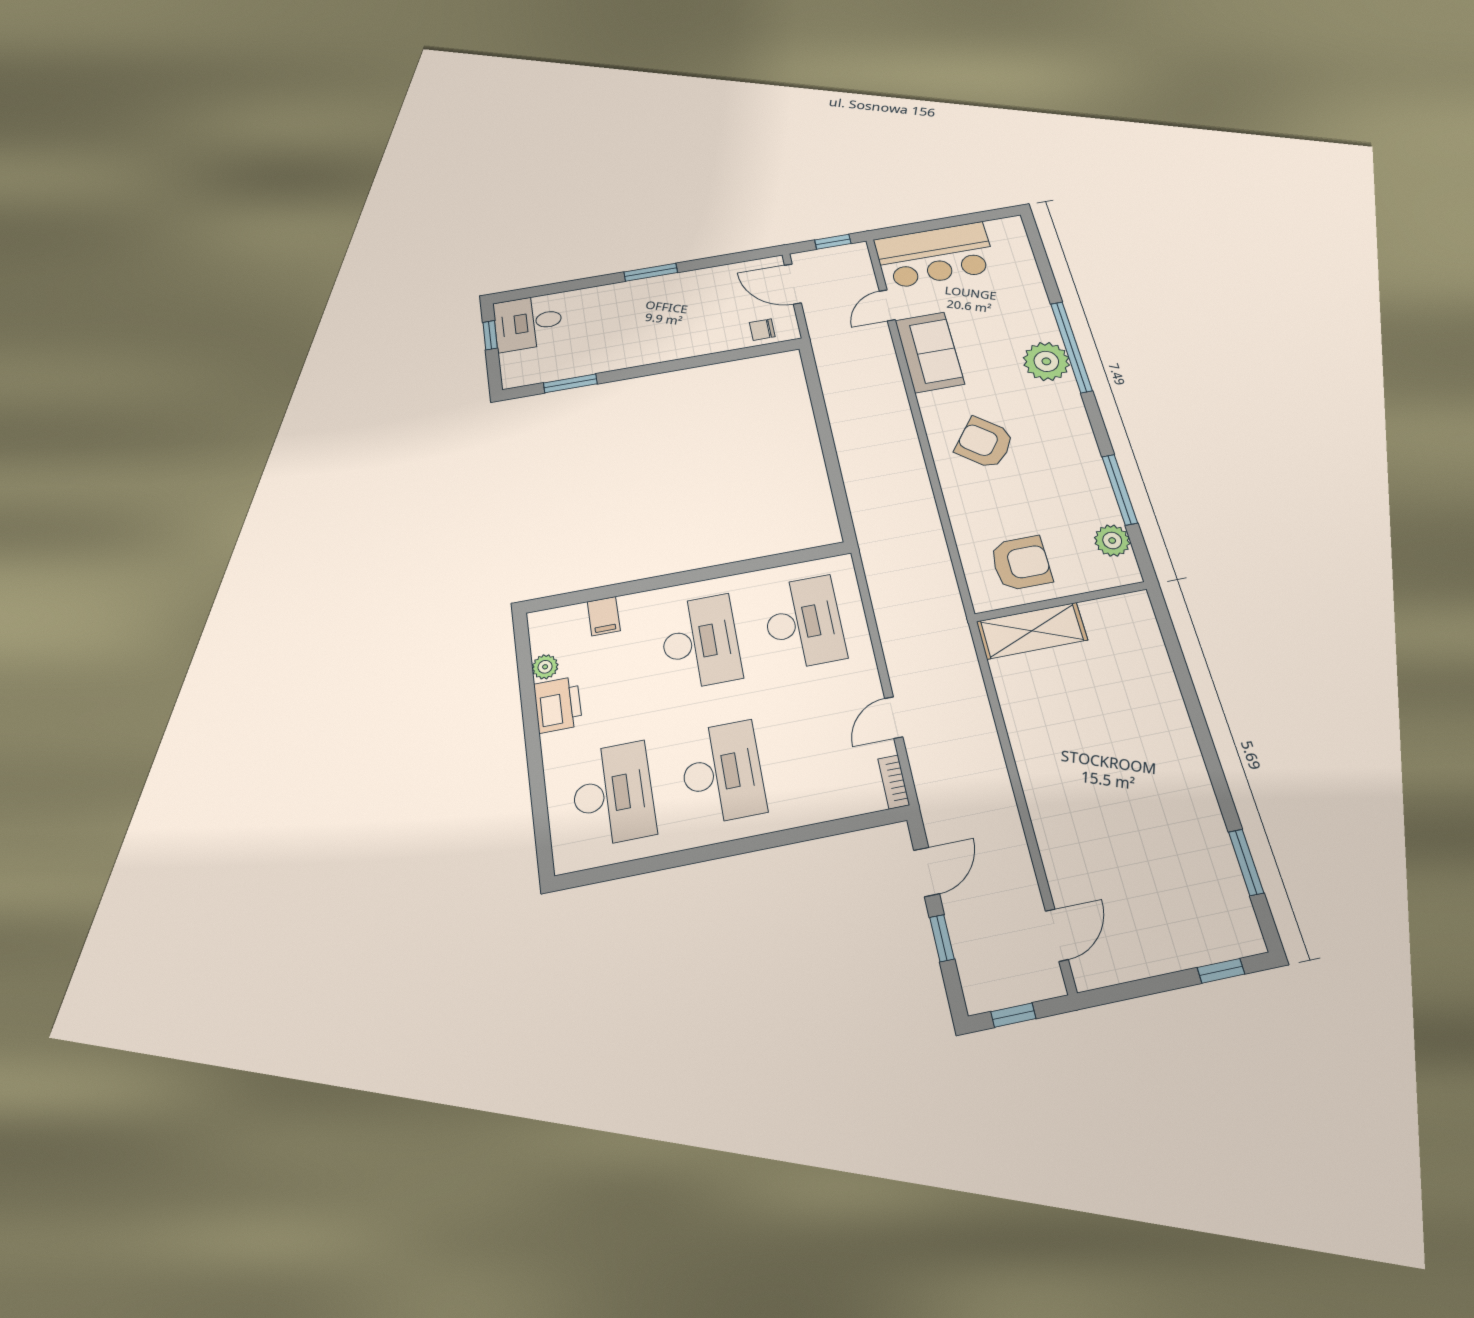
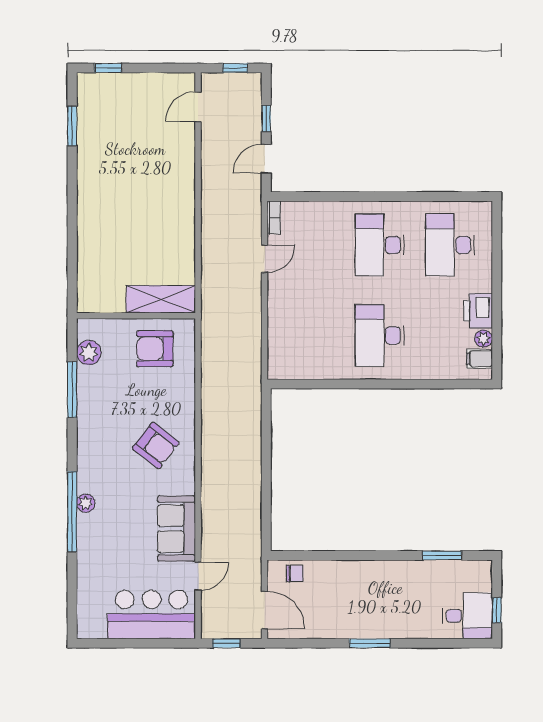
plant: (1046, 361) -> (86, 503), width x0.53, depth x0.53
filing cabinet: (604, 616) -> (479, 359), moved, turned -90
desk: (803, 622) -> (309, 336), removed

